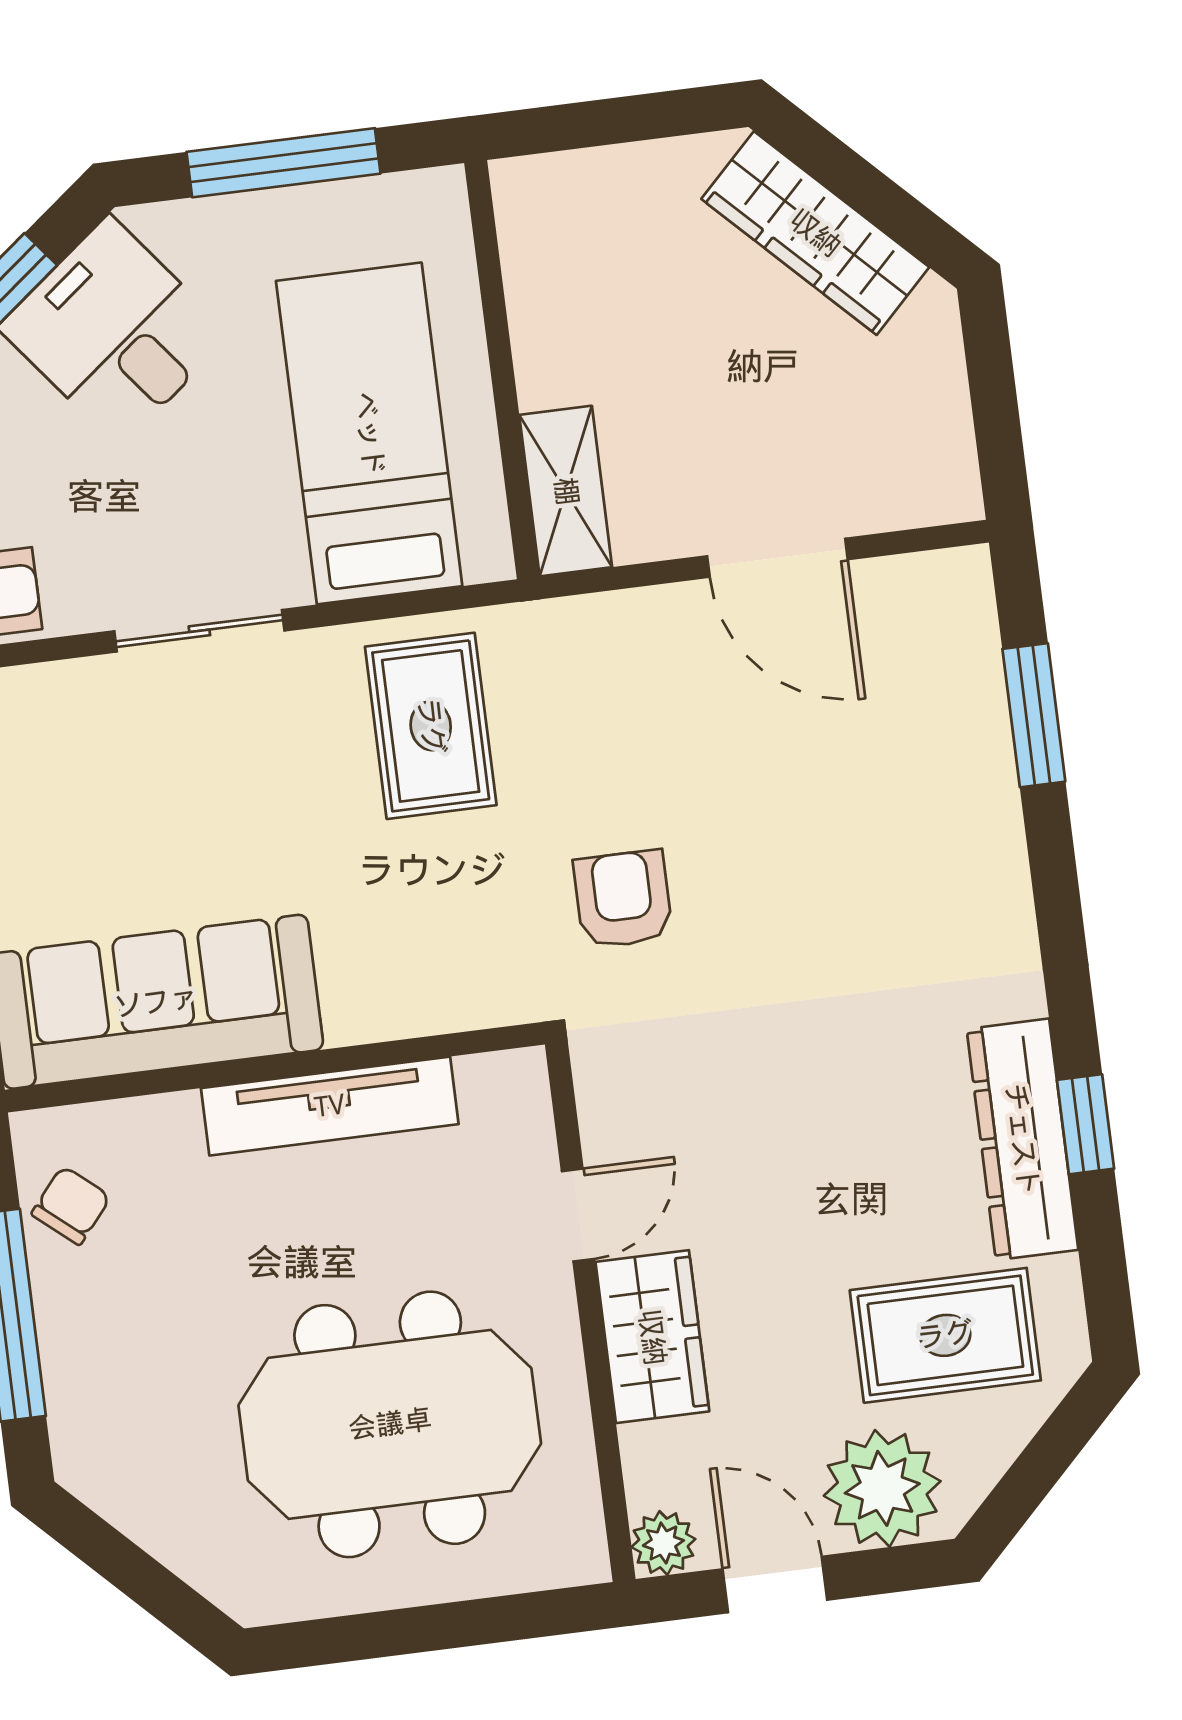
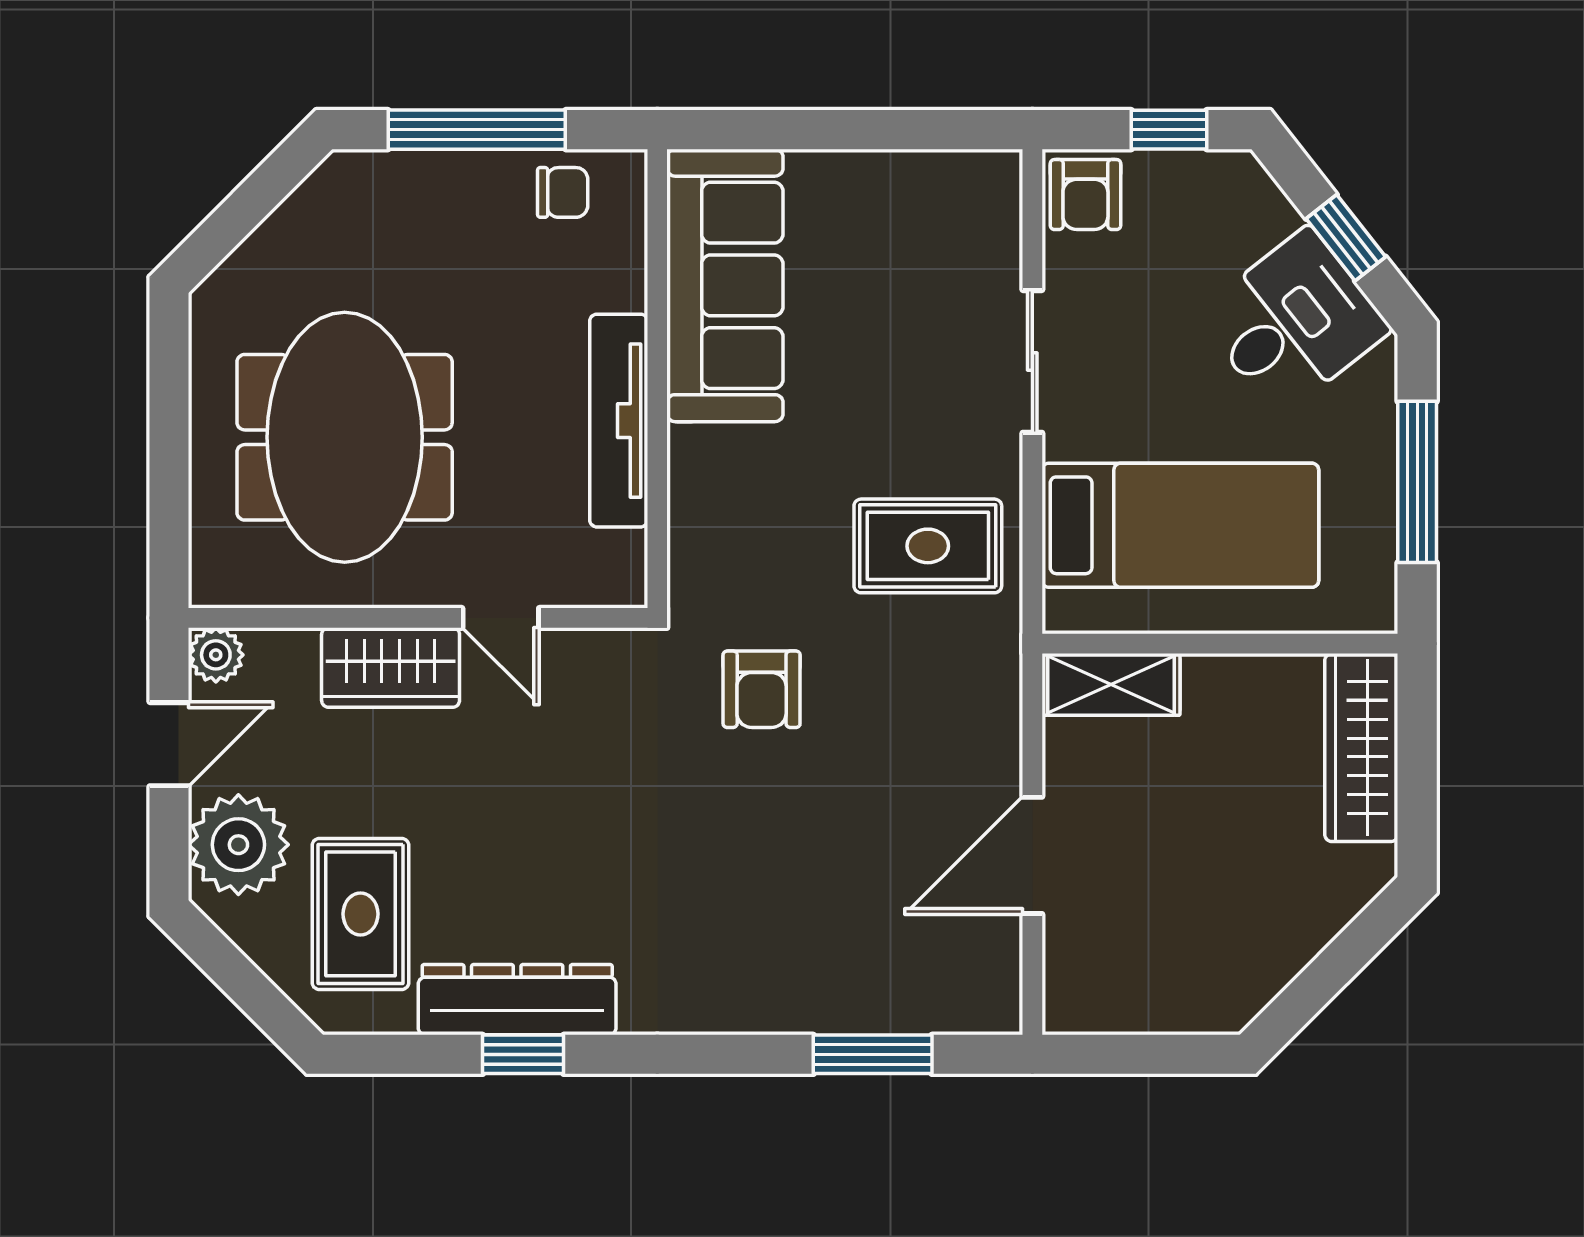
wardrobe: (815, 233) -> (1361, 748), moved, turned -45
armchair: (623, 899) -> (762, 689), turned 90
chair: (71, 1205) -> (563, 192), turned -40

